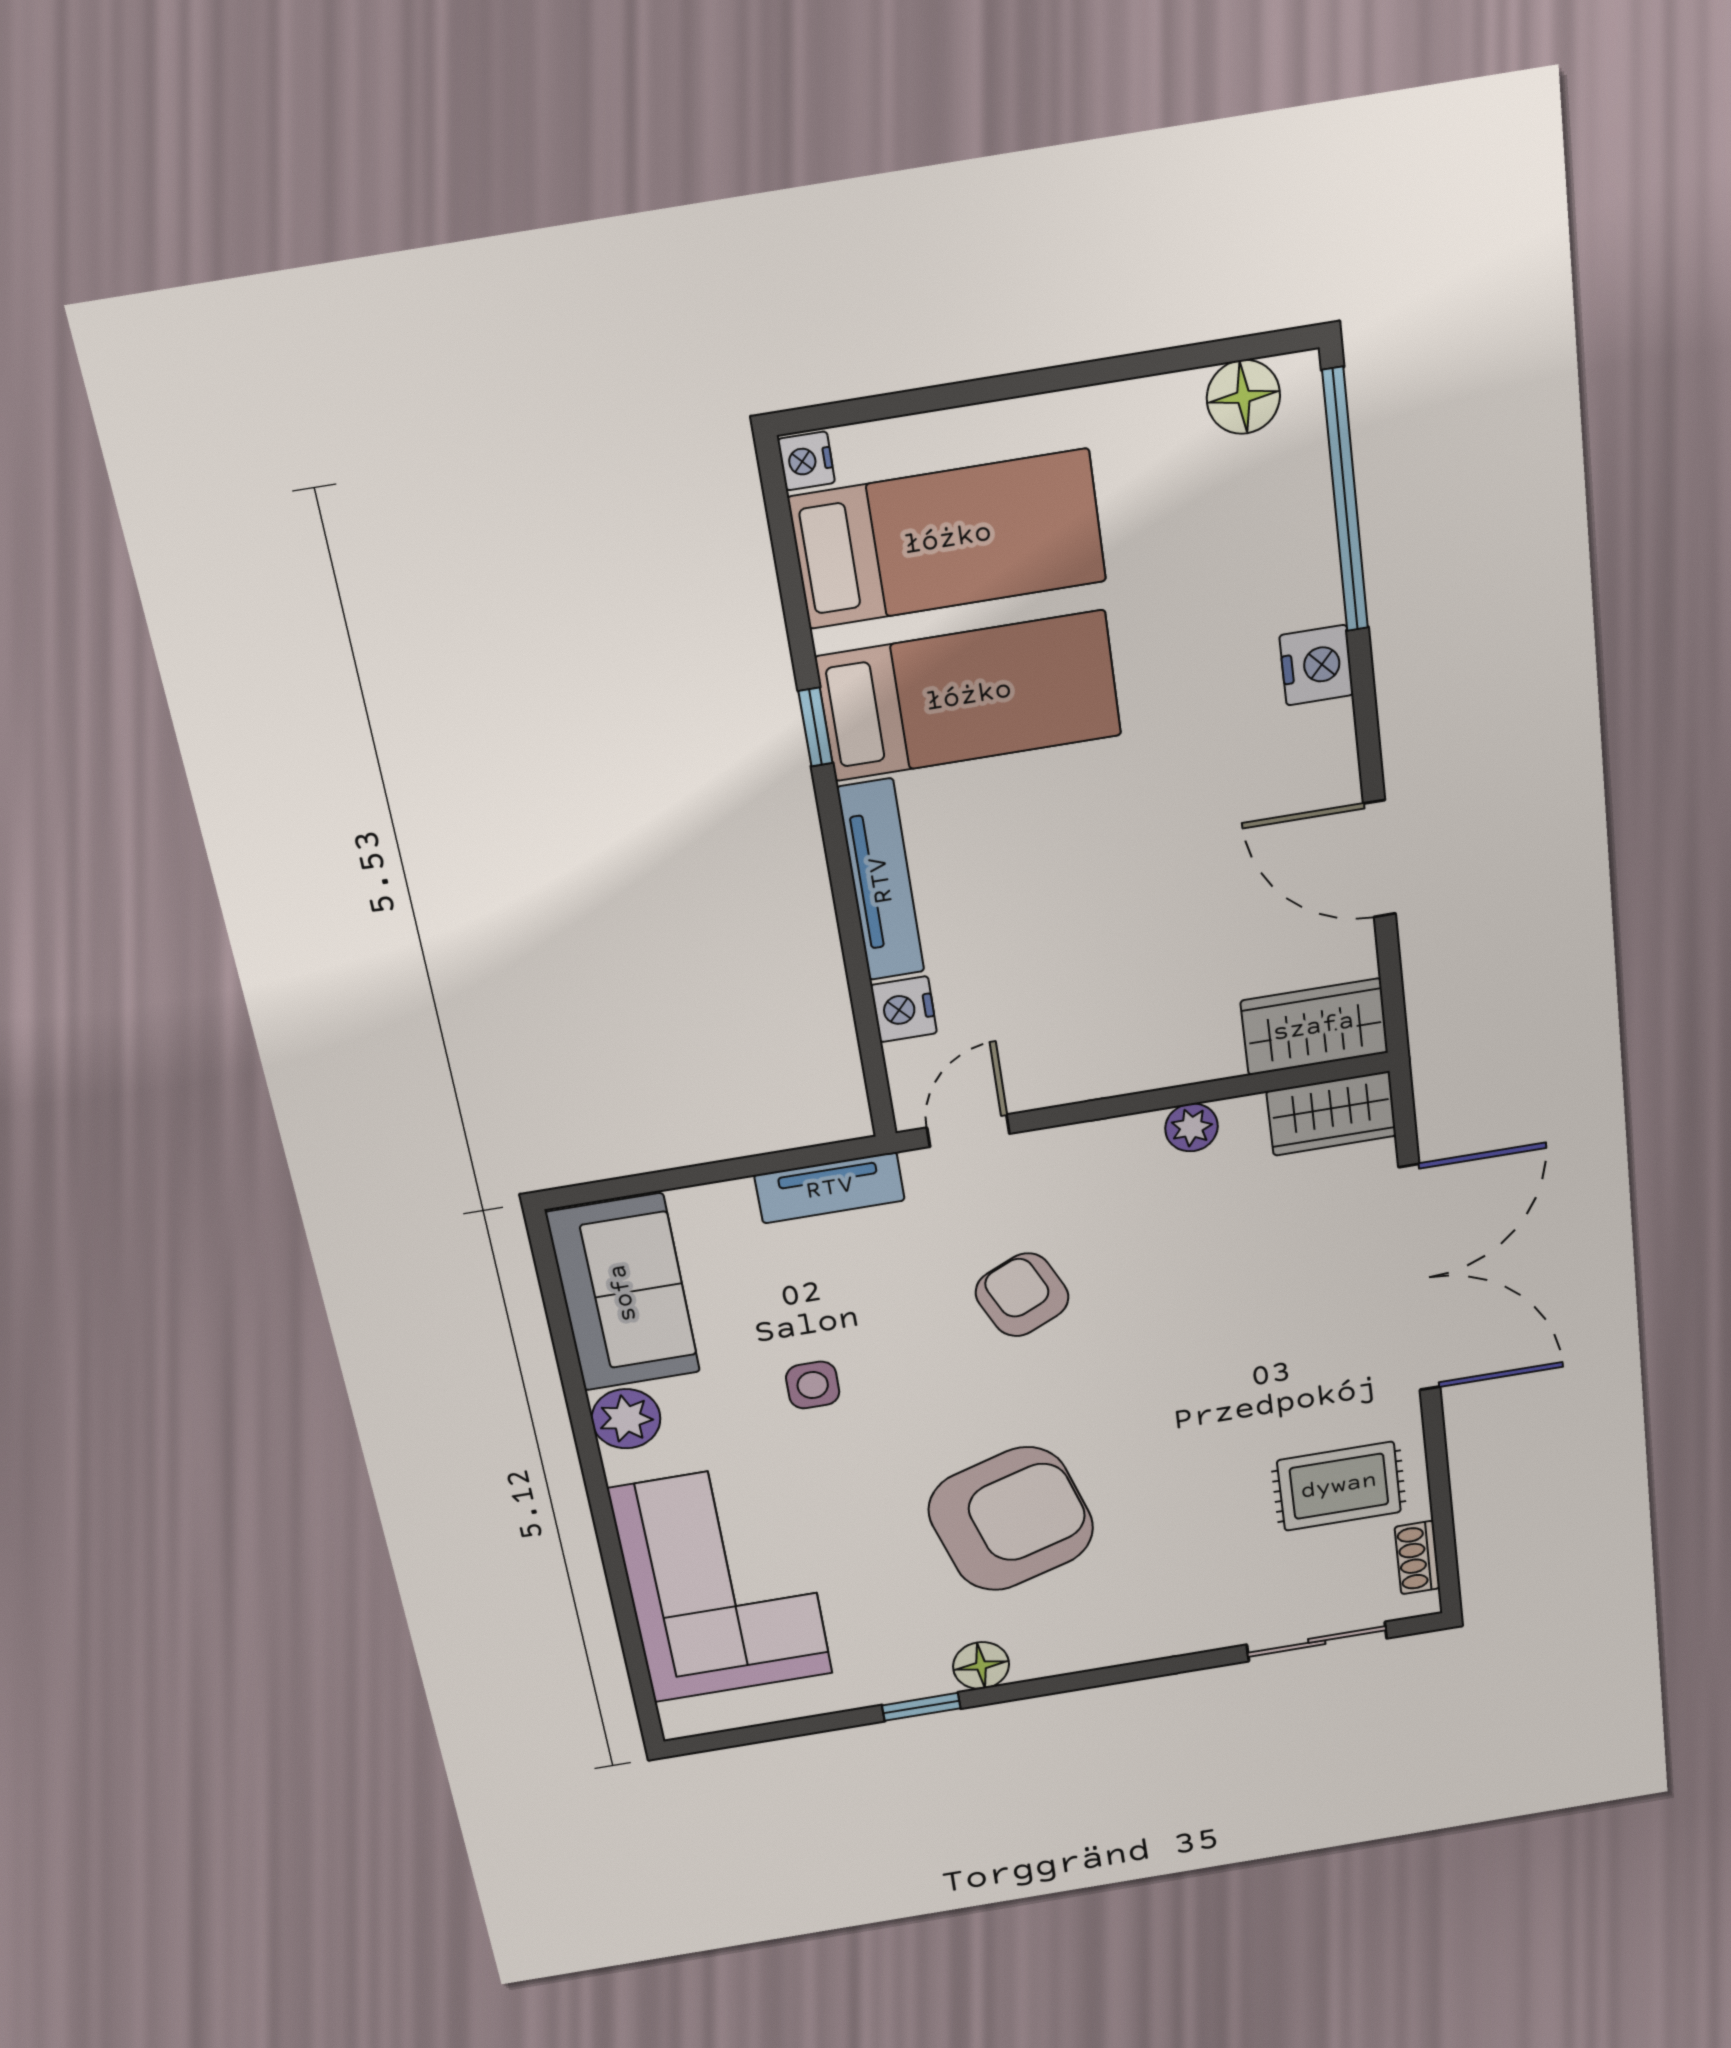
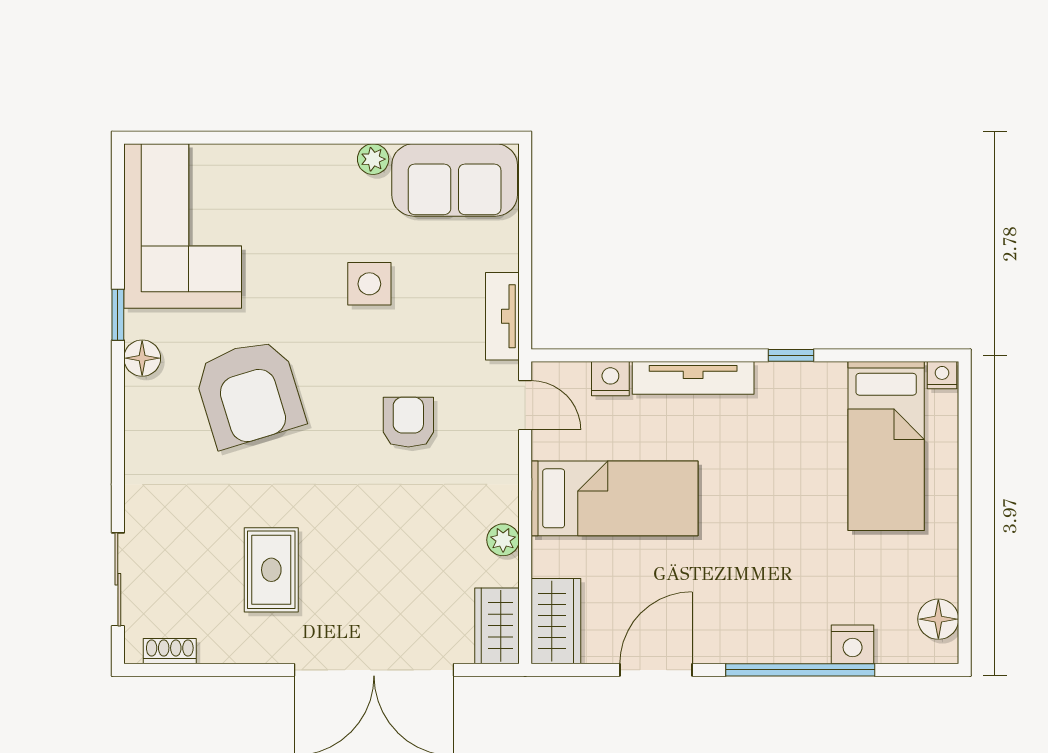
window: (1345, 501) -> (800, 670), moved
nightstand: (1316, 665) -> (853, 644), moved
bed: (969, 696) -> (614, 498), moved, turned -90
armchair: (1022, 1295) -> (408, 422), turned -65
side table: (813, 1385) -> (369, 284), width x1.37, depth x1.37
plant: (626, 1419) -> (373, 159), width x0.73, depth x0.73
rug: (1339, 1486) -> (271, 570), moved
corner sofa: (721, 1582) -> (183, 226), moved, turned -90

